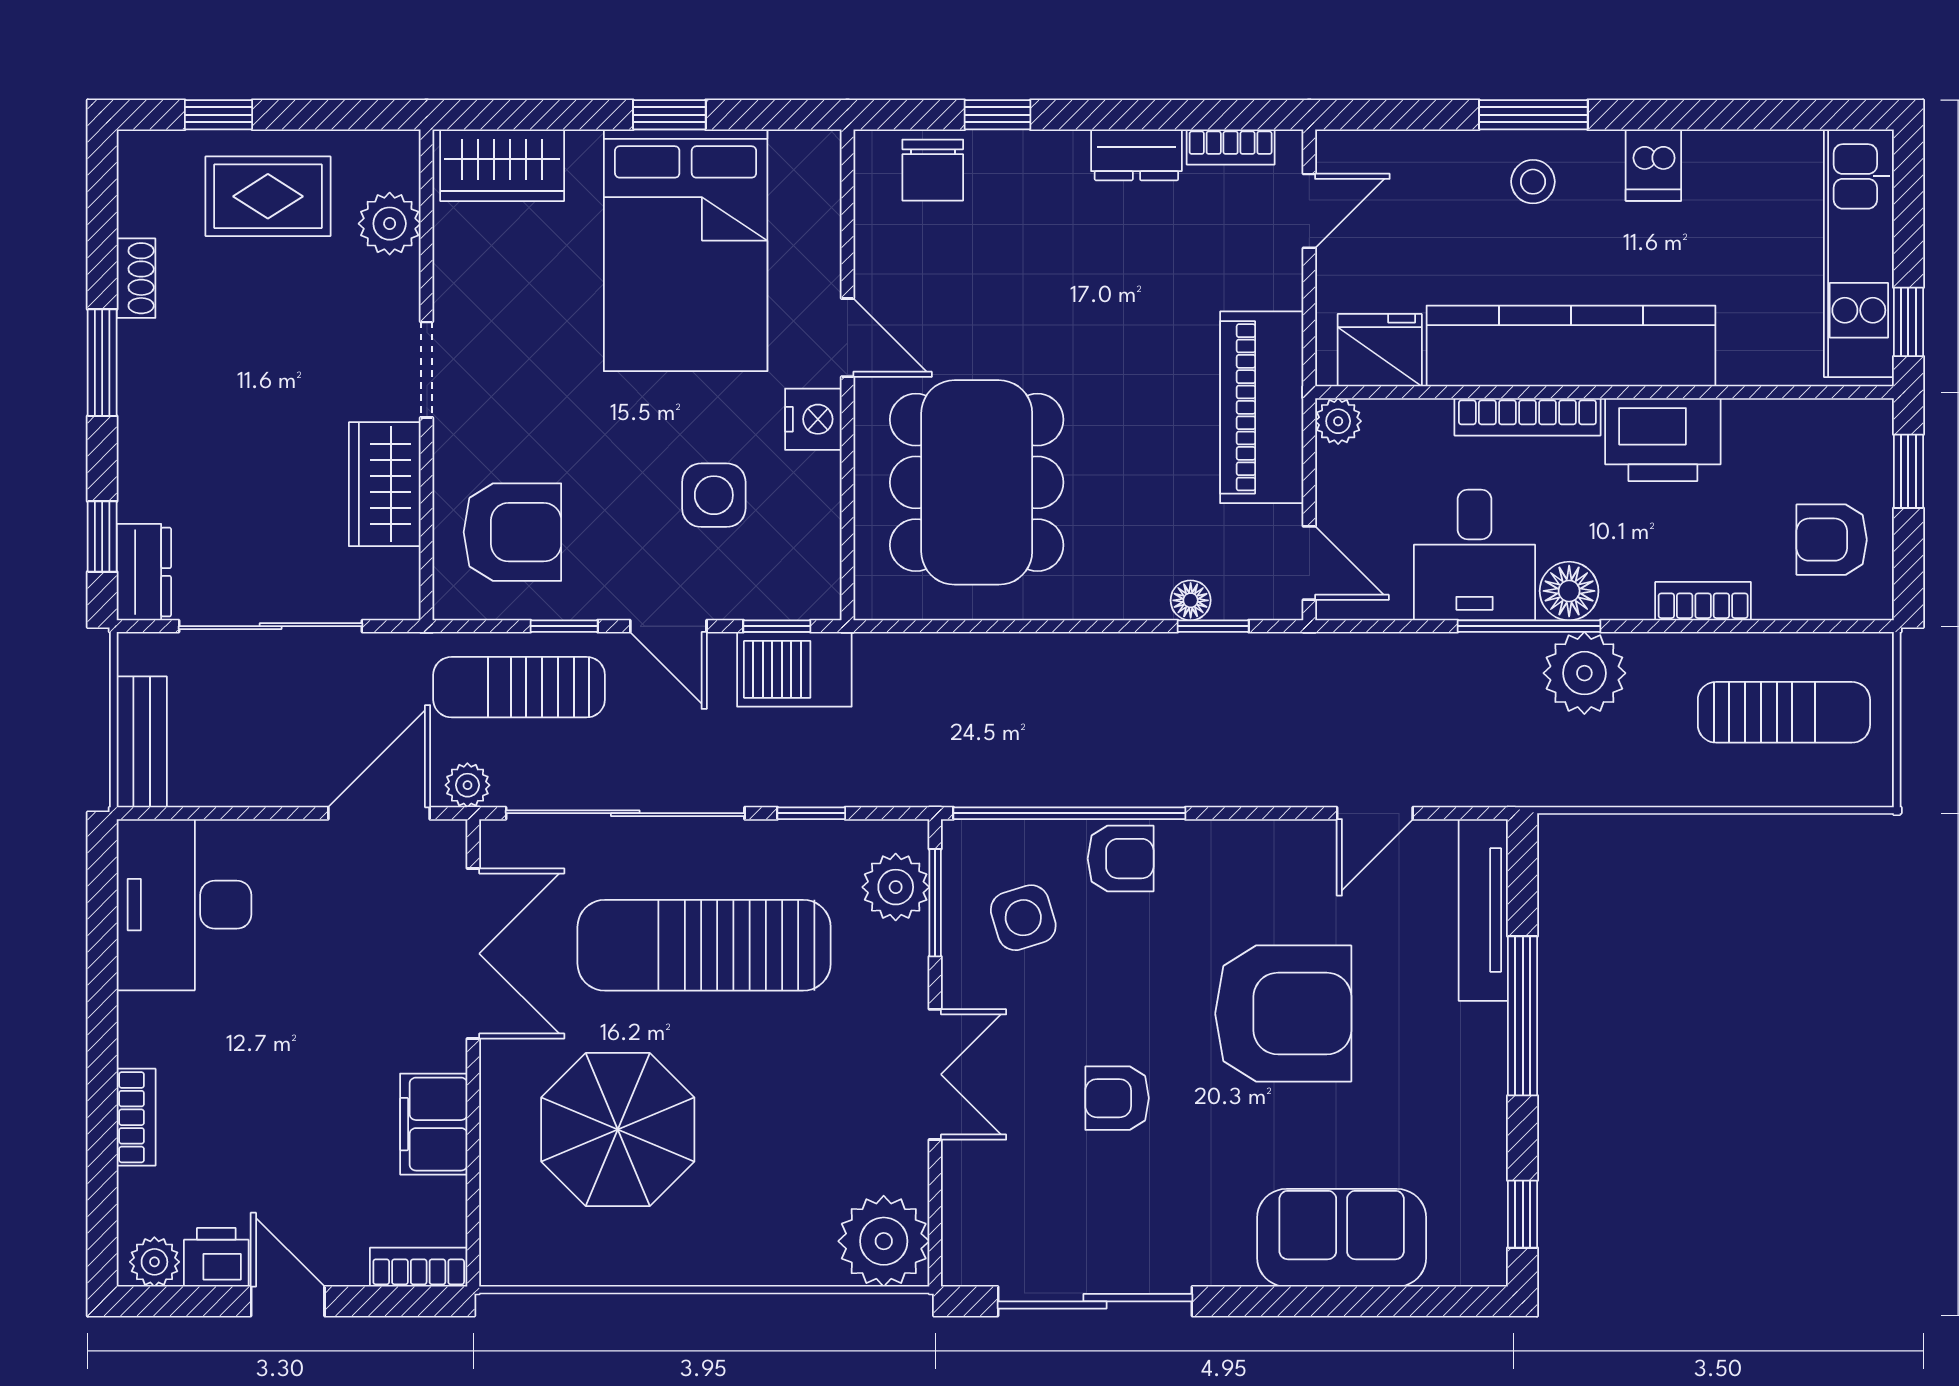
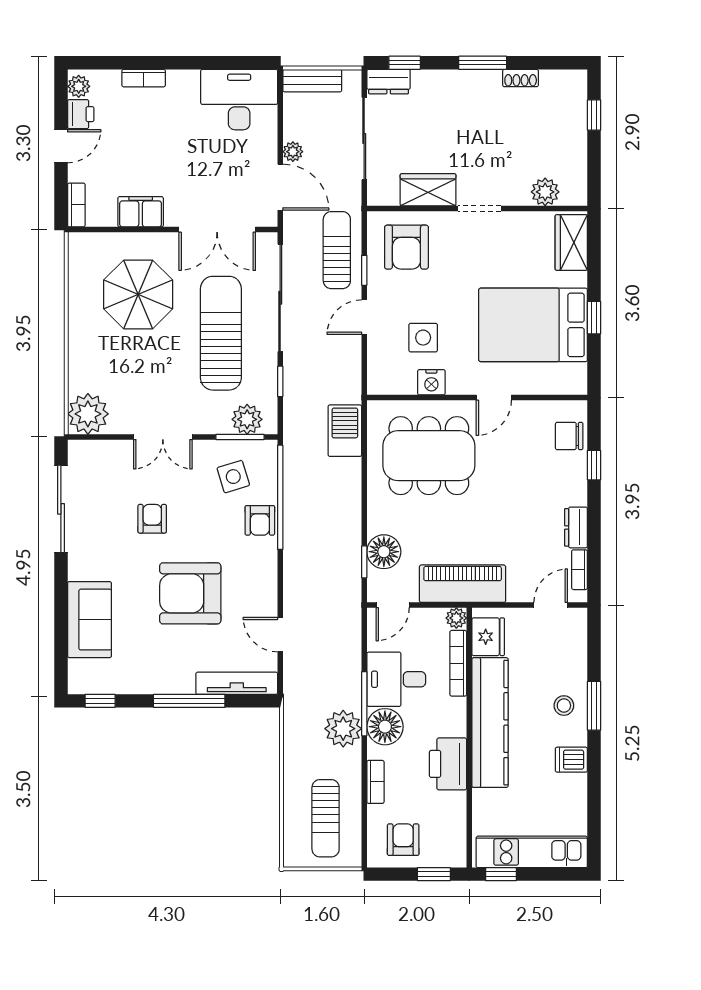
rug: (268, 196) -> (557, 137), removed
door: (1309, 211) -> (551, 605), swing flipped
bookcase: (1527, 417) -> (458, 663), moved
nightstand: (813, 419) -> (431, 382), moved
floor lamp: (1569, 591) -> (385, 727), width x1.38, depth x1.38
floor lamp: (1191, 600) -> (384, 552), width x1.89, depth x1.89
window: (777, 626) -> (364, 366), removed
barbecue: (794, 669) -> (345, 431), moved
plant: (467, 785) -> (293, 152), moved
armchair: (1283, 1014) -> (190, 593), turned 90

